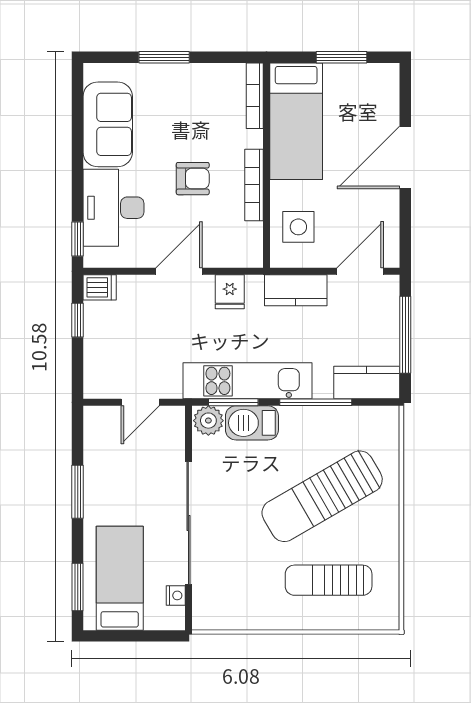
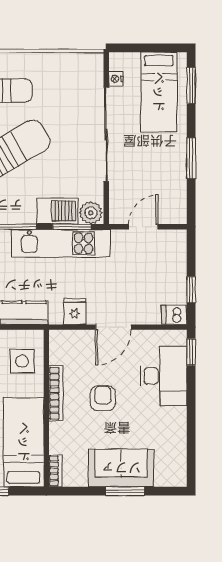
bookcase: (255, 96) -> (55, 471), width x0.64
sofa: (108, 124) -> (121, 468), moved, turned 90
armchair: (193, 179) -> (103, 398), turned 90

